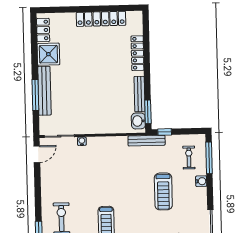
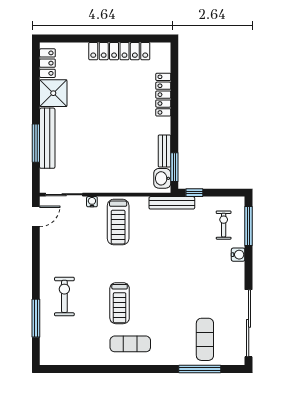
bench: (139, 94) -> (164, 151), width x0.73
treadmill: (163, 191) -> (118, 222), moved

